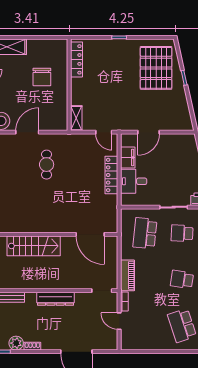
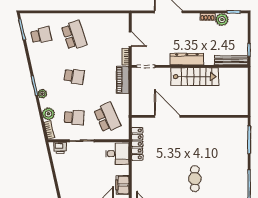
locker: (111, 175) -> (137, 144), moved
desk: (134, 181) -> (117, 154), moved
school desk: (145, 233) -> (107, 117), turned -30
door: (90, 234) -> (167, 116), moved
stairs: (34, 246) -> (195, 77), moved, turned 180

